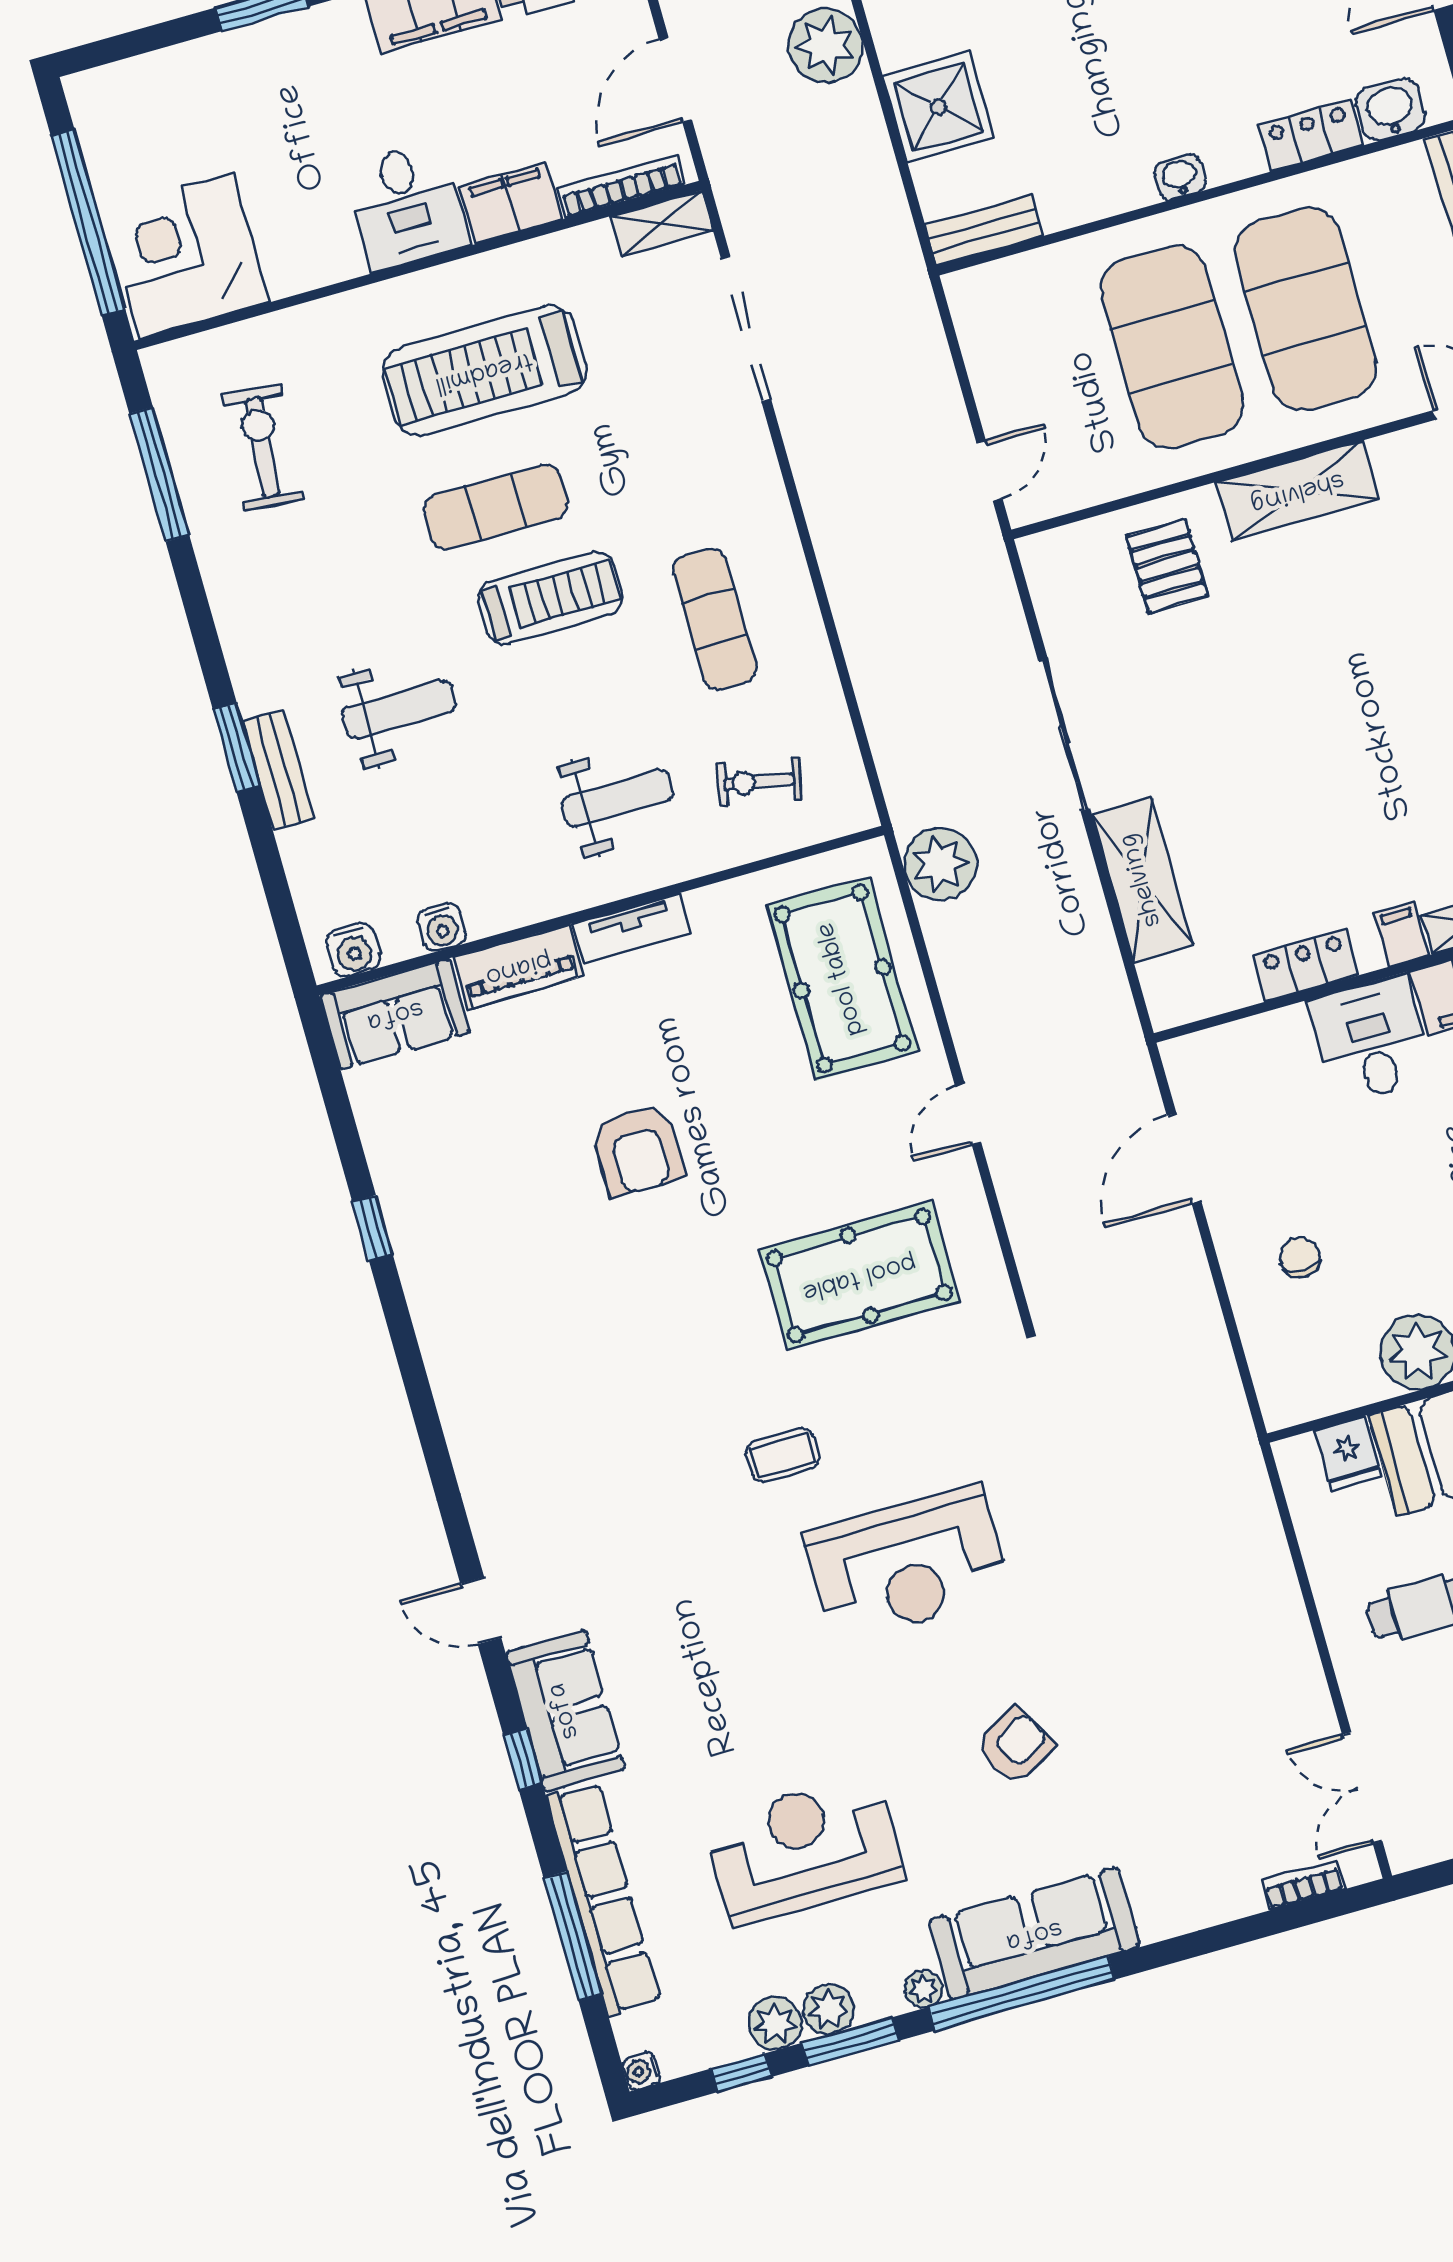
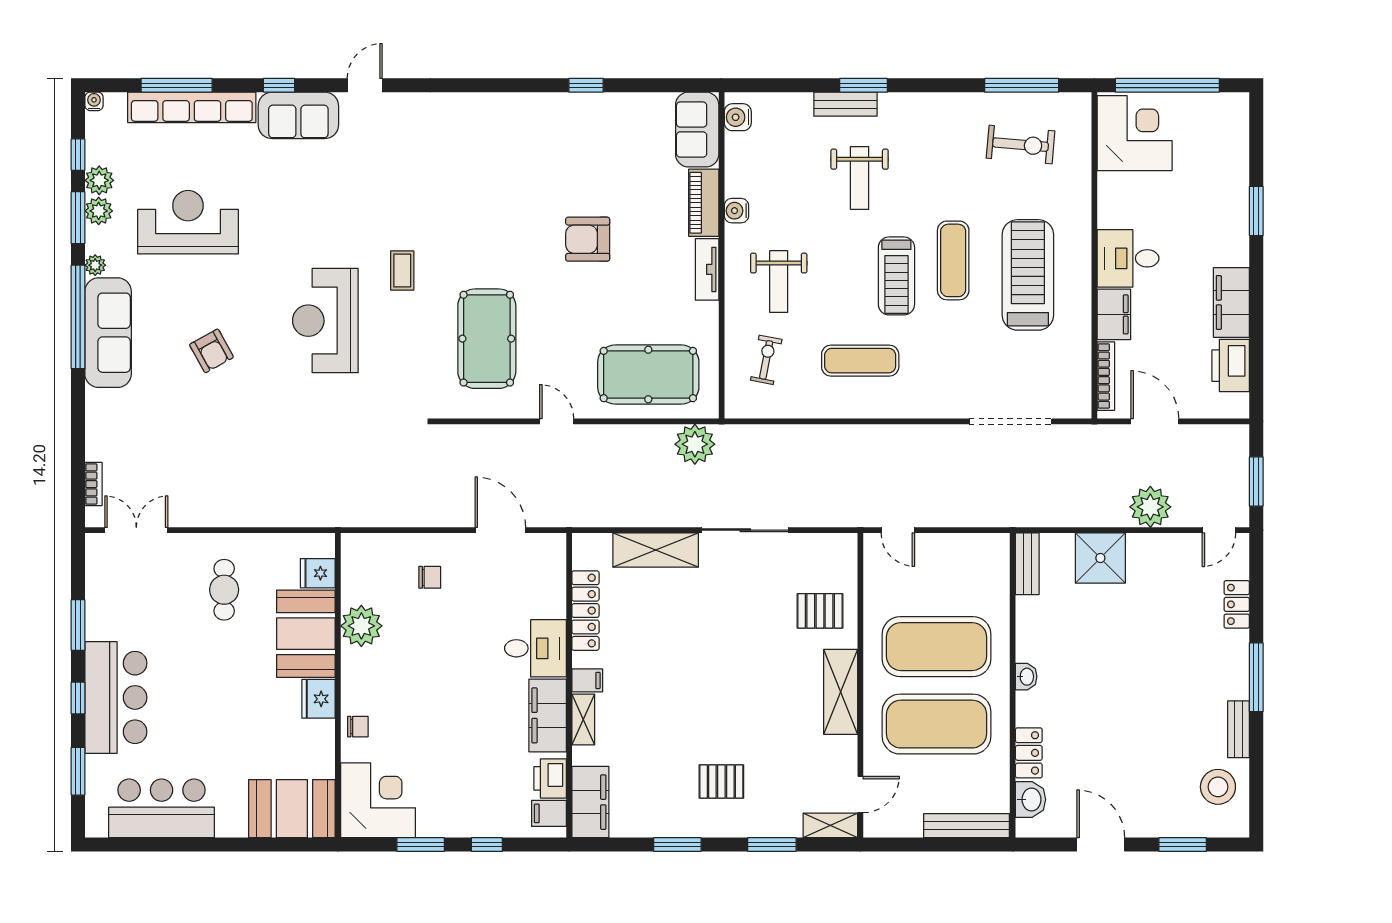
shelving: (662, 224) -> (1080, 392), removed
water cooler: (442, 927) -> (736, 211), moved
locker: (1306, 965) -> (585, 611), width x1.53
reception desk: (804, 1849) -> (188, 222), turned -90

